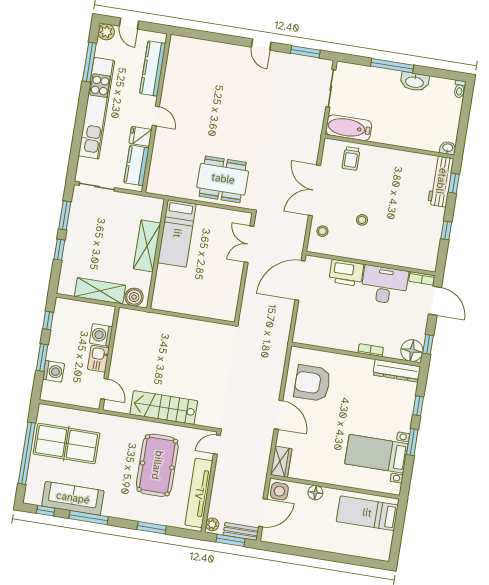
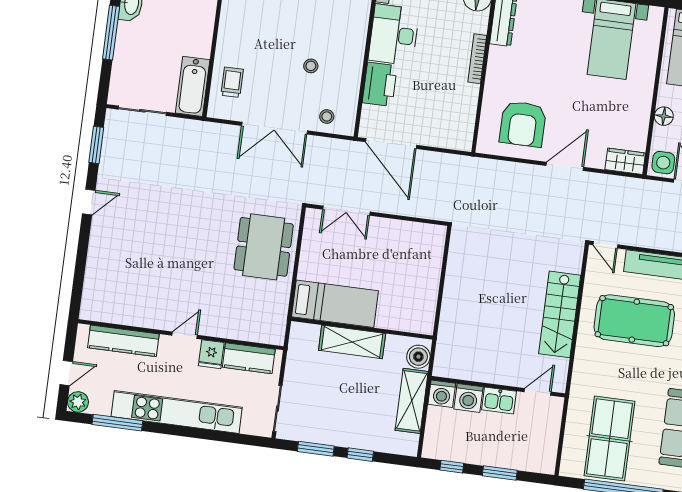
trolley: (351, 158) -> (232, 82), turned -90
bookcase: (371, 350) -> (477, 59), width x1.56
washing machine: (54, 371) -> (442, 394), moved, turned 180

